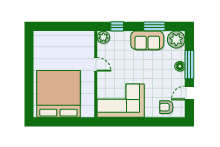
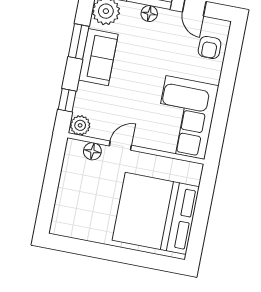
floor lamp: (89, 48) -> (92, 151), added

